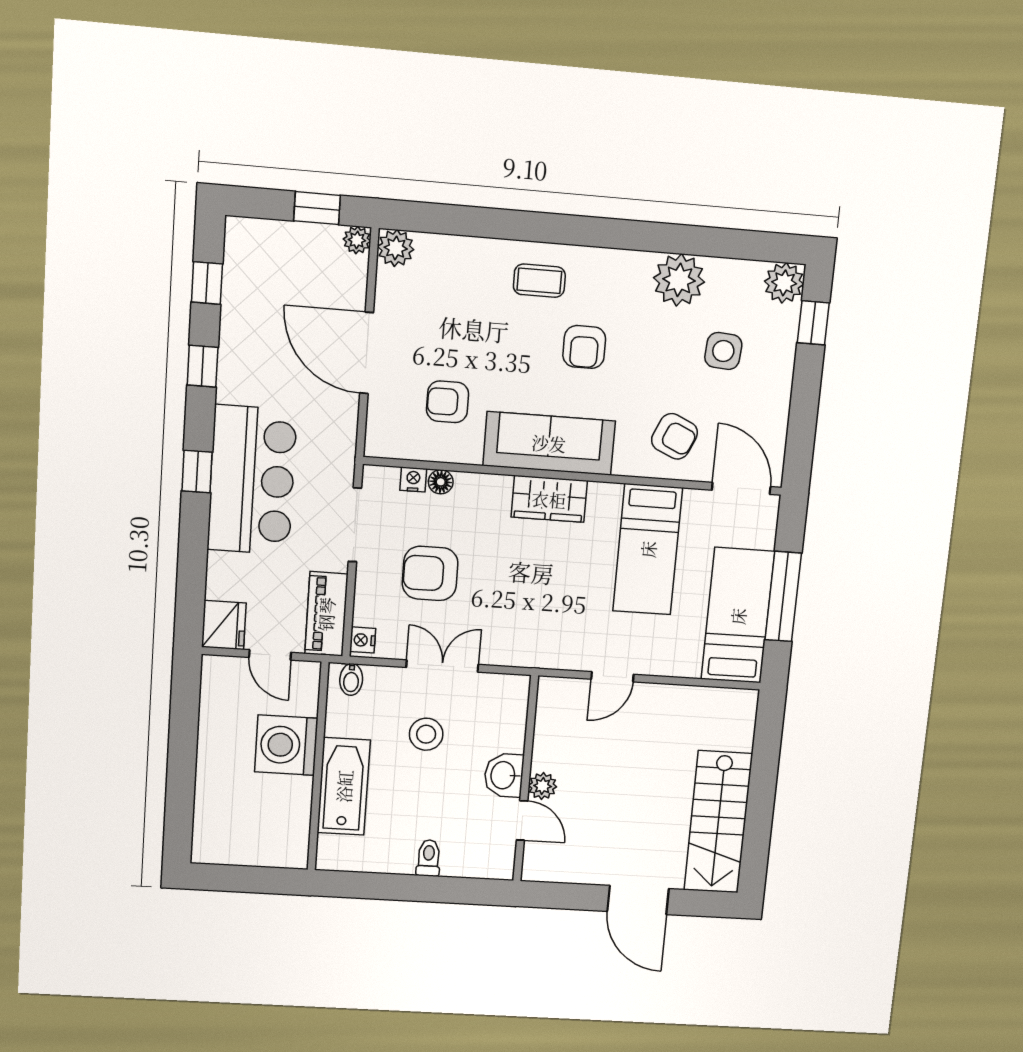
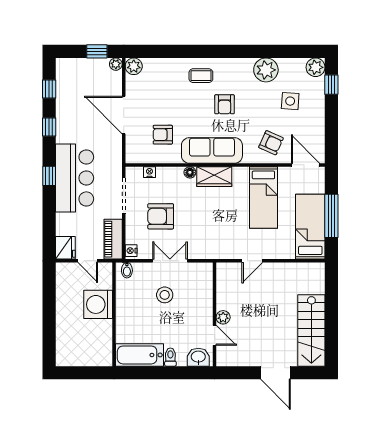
floor lamp: (441, 482) -> (190, 172), moved
washbasin: (504, 775) -> (198, 357), moved, turned 90
bathtub: (344, 786) -> (140, 355), moved, turned -90

